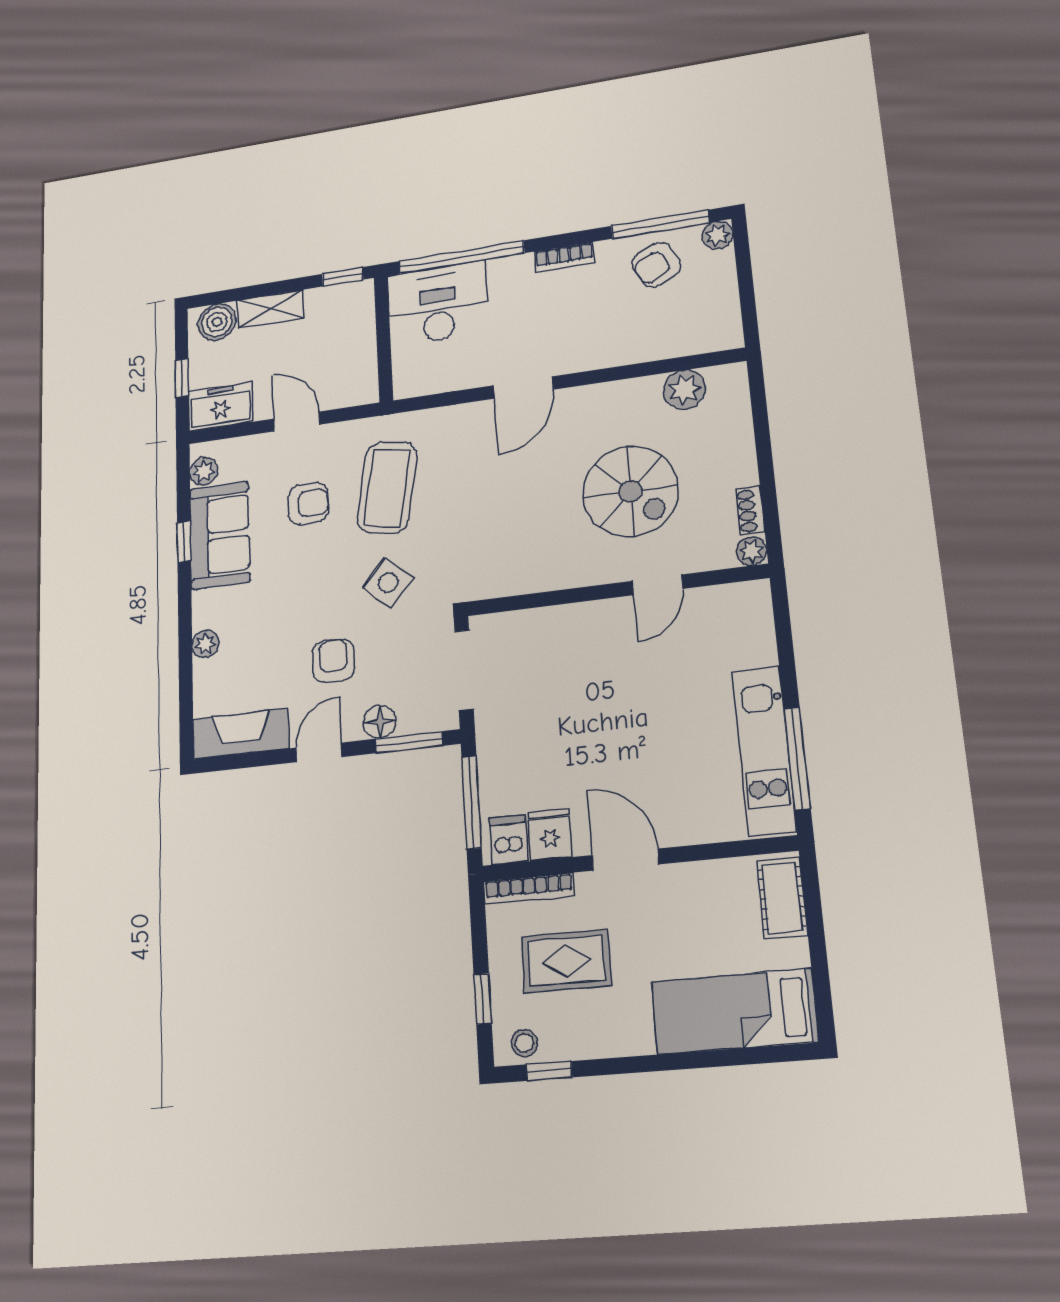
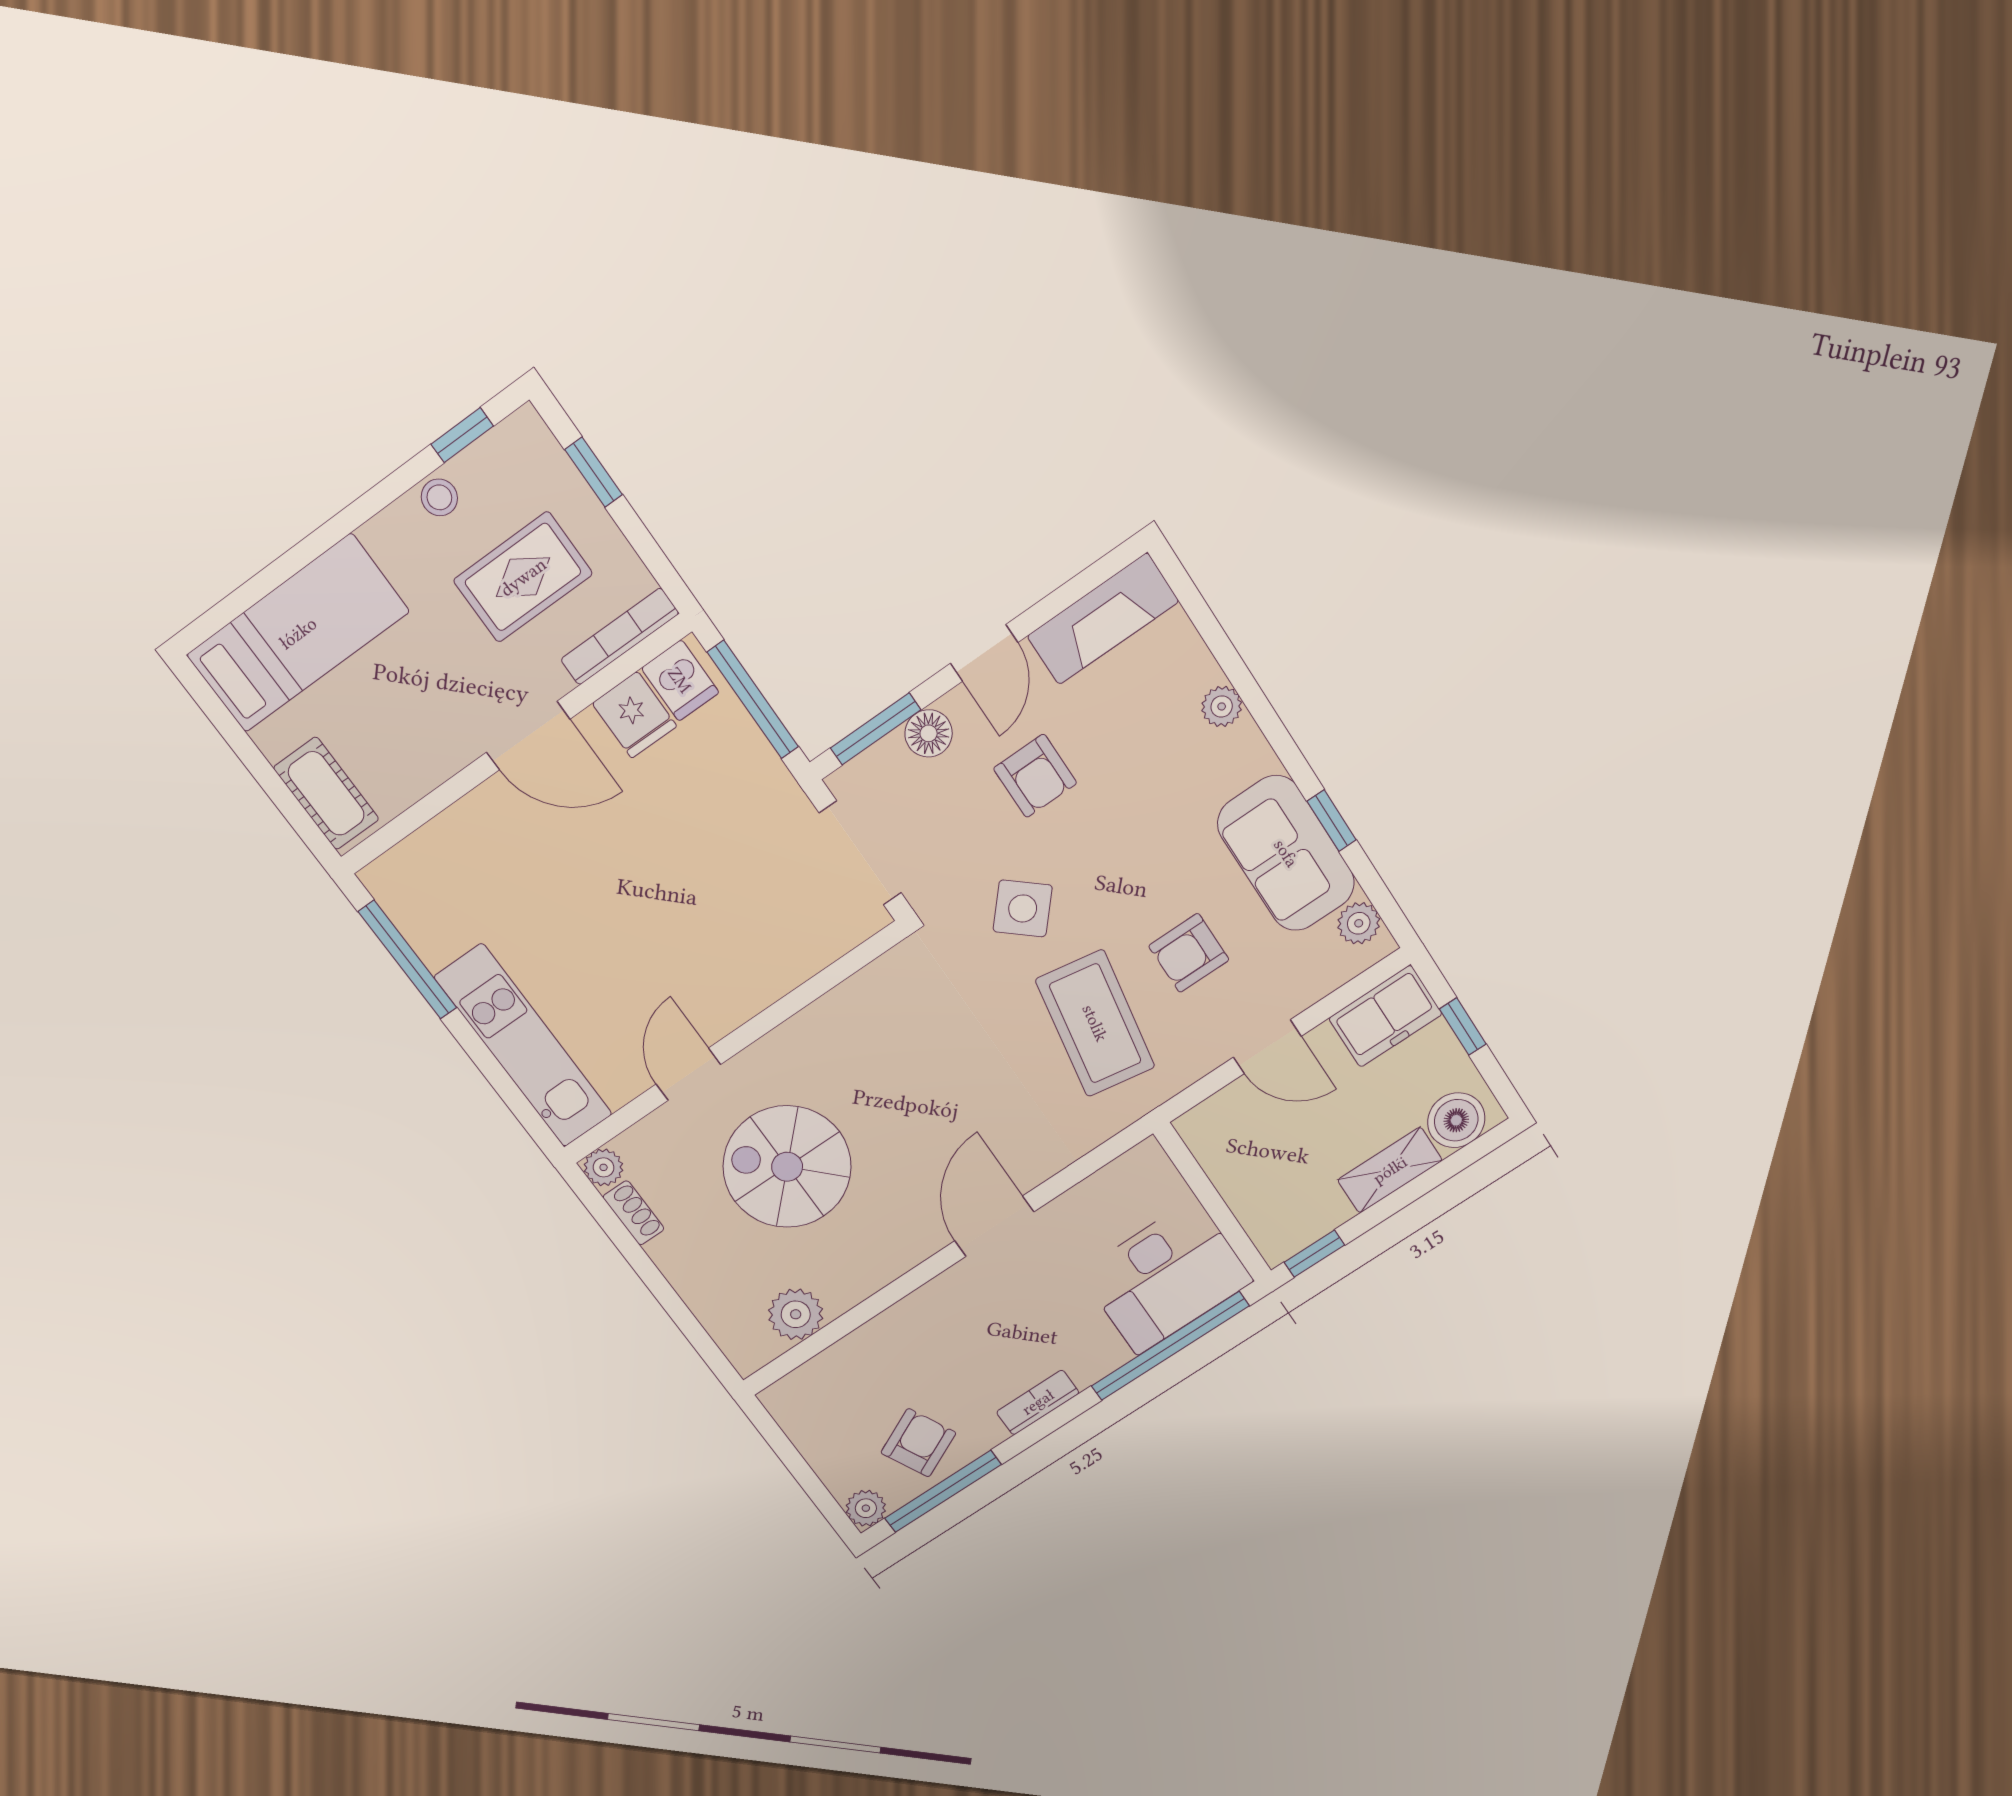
kitchen unit: (764, 751) -> (524, 1046), moved
stool: (524, 1043) -> (439, 497), moved

